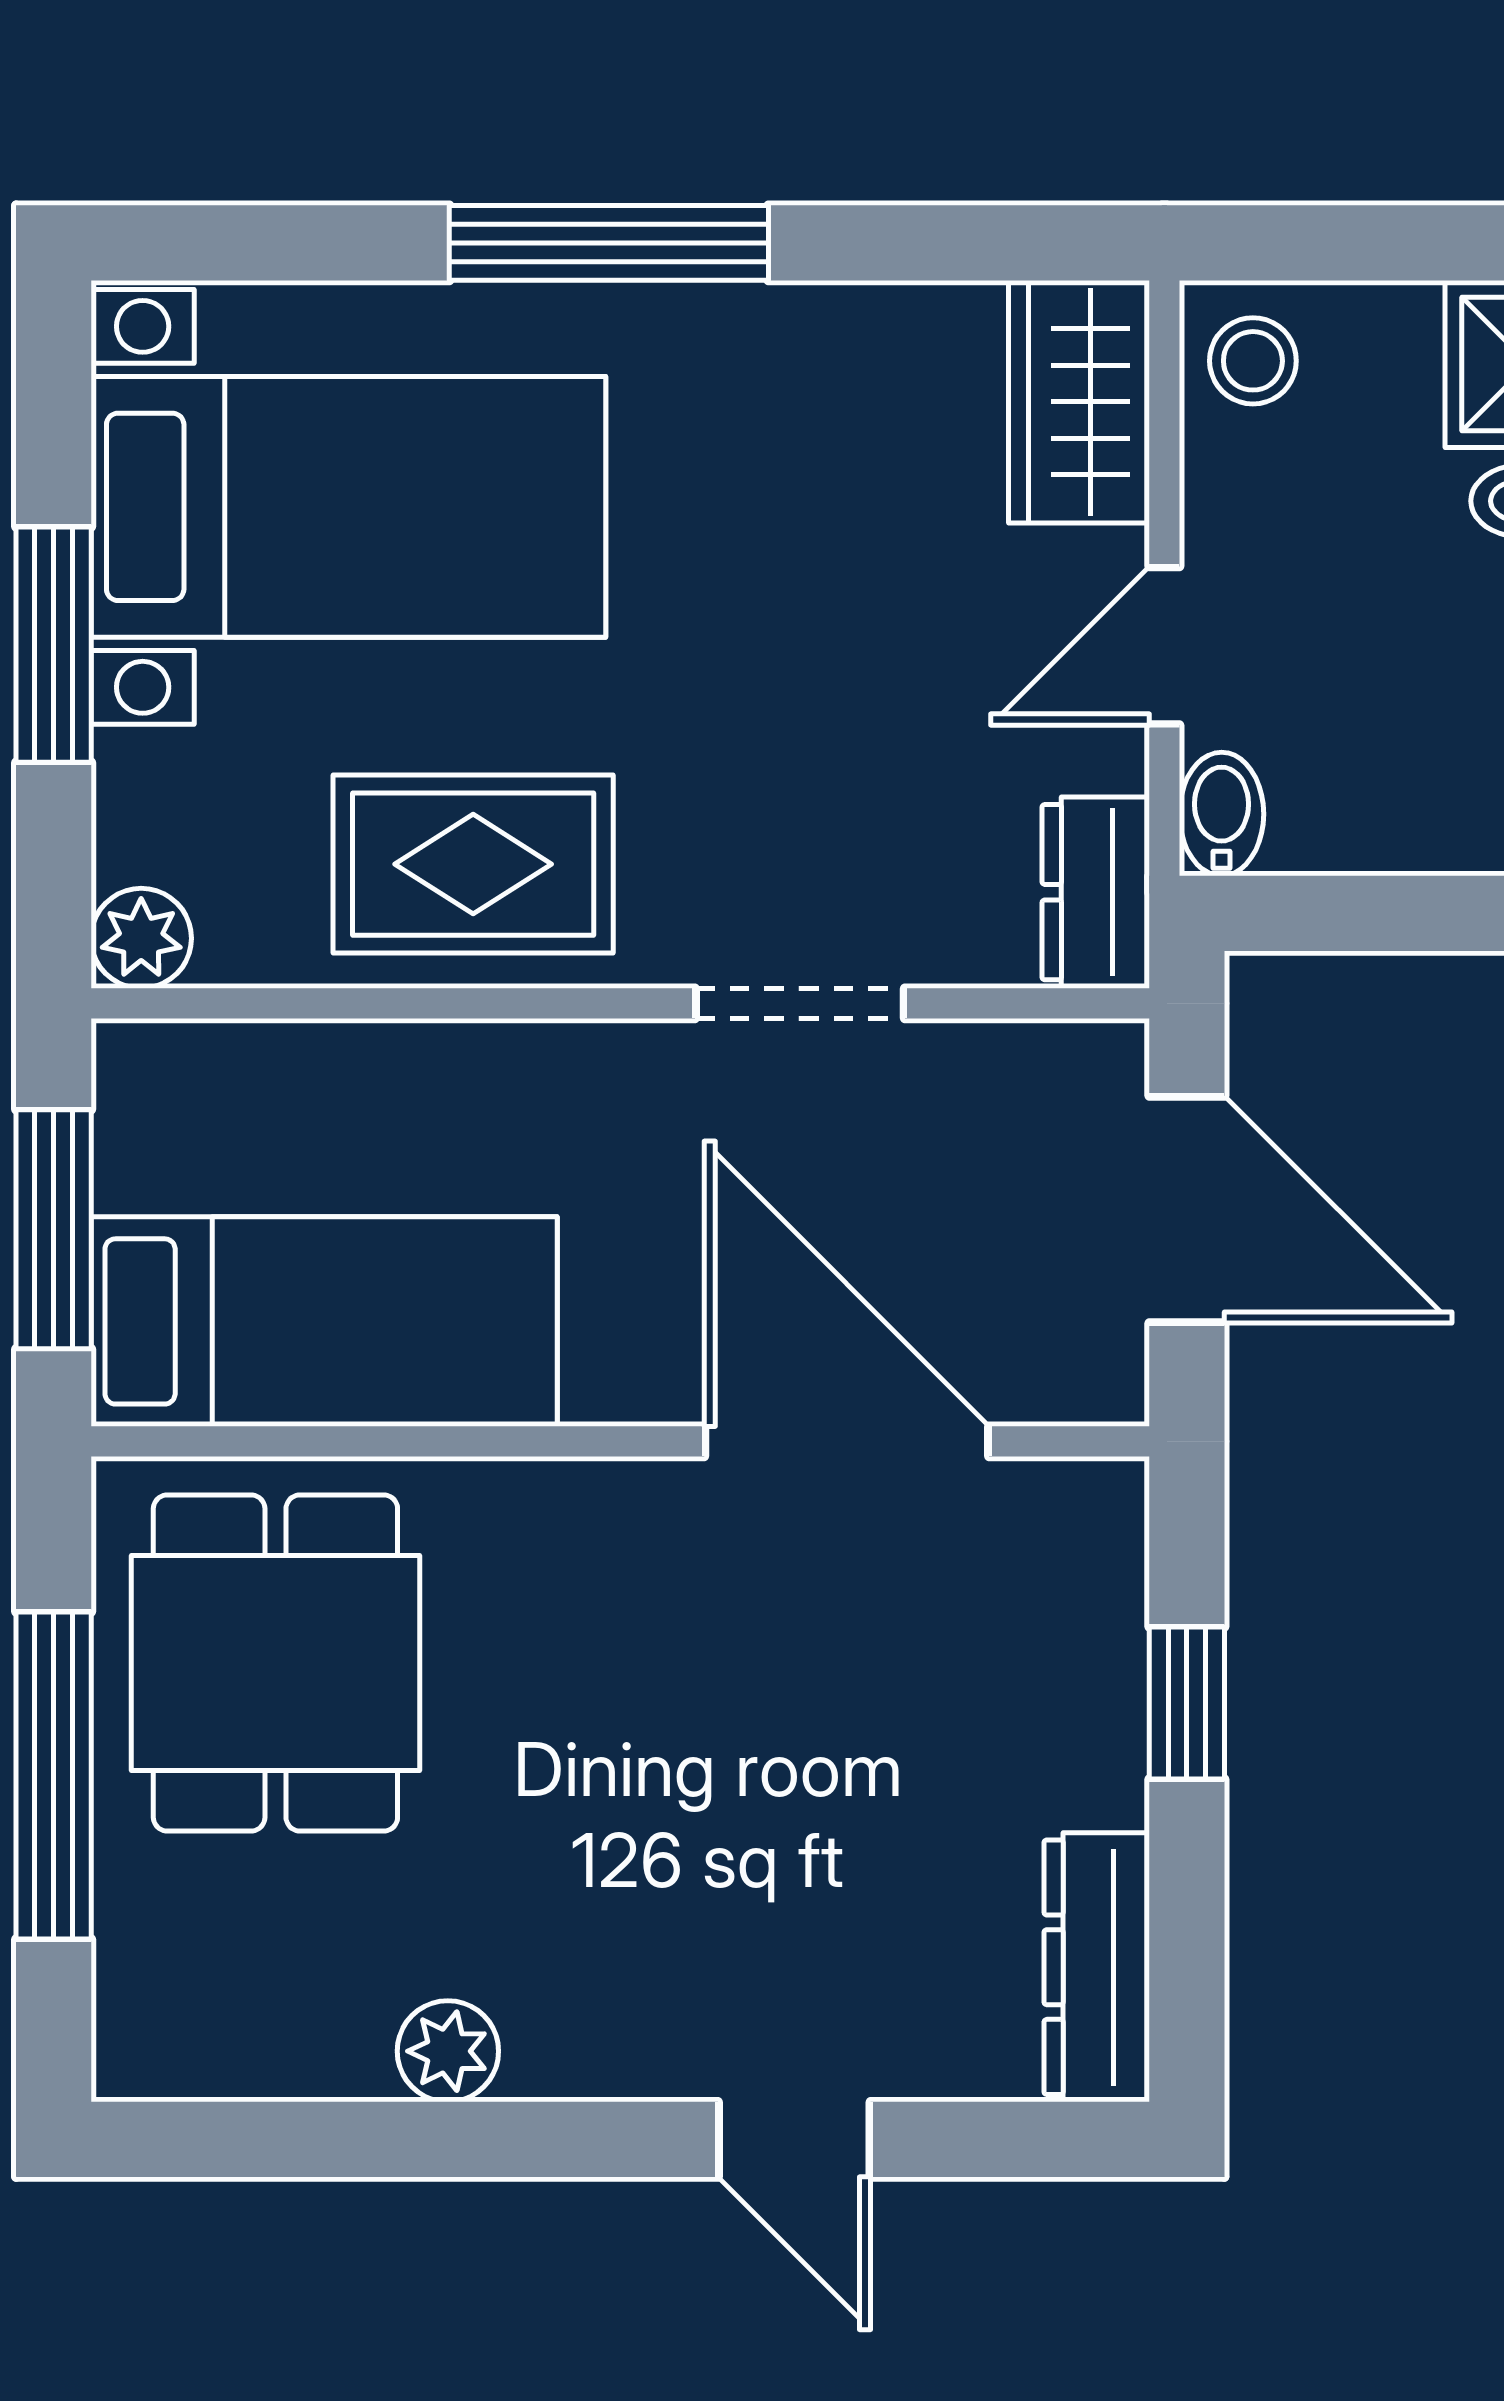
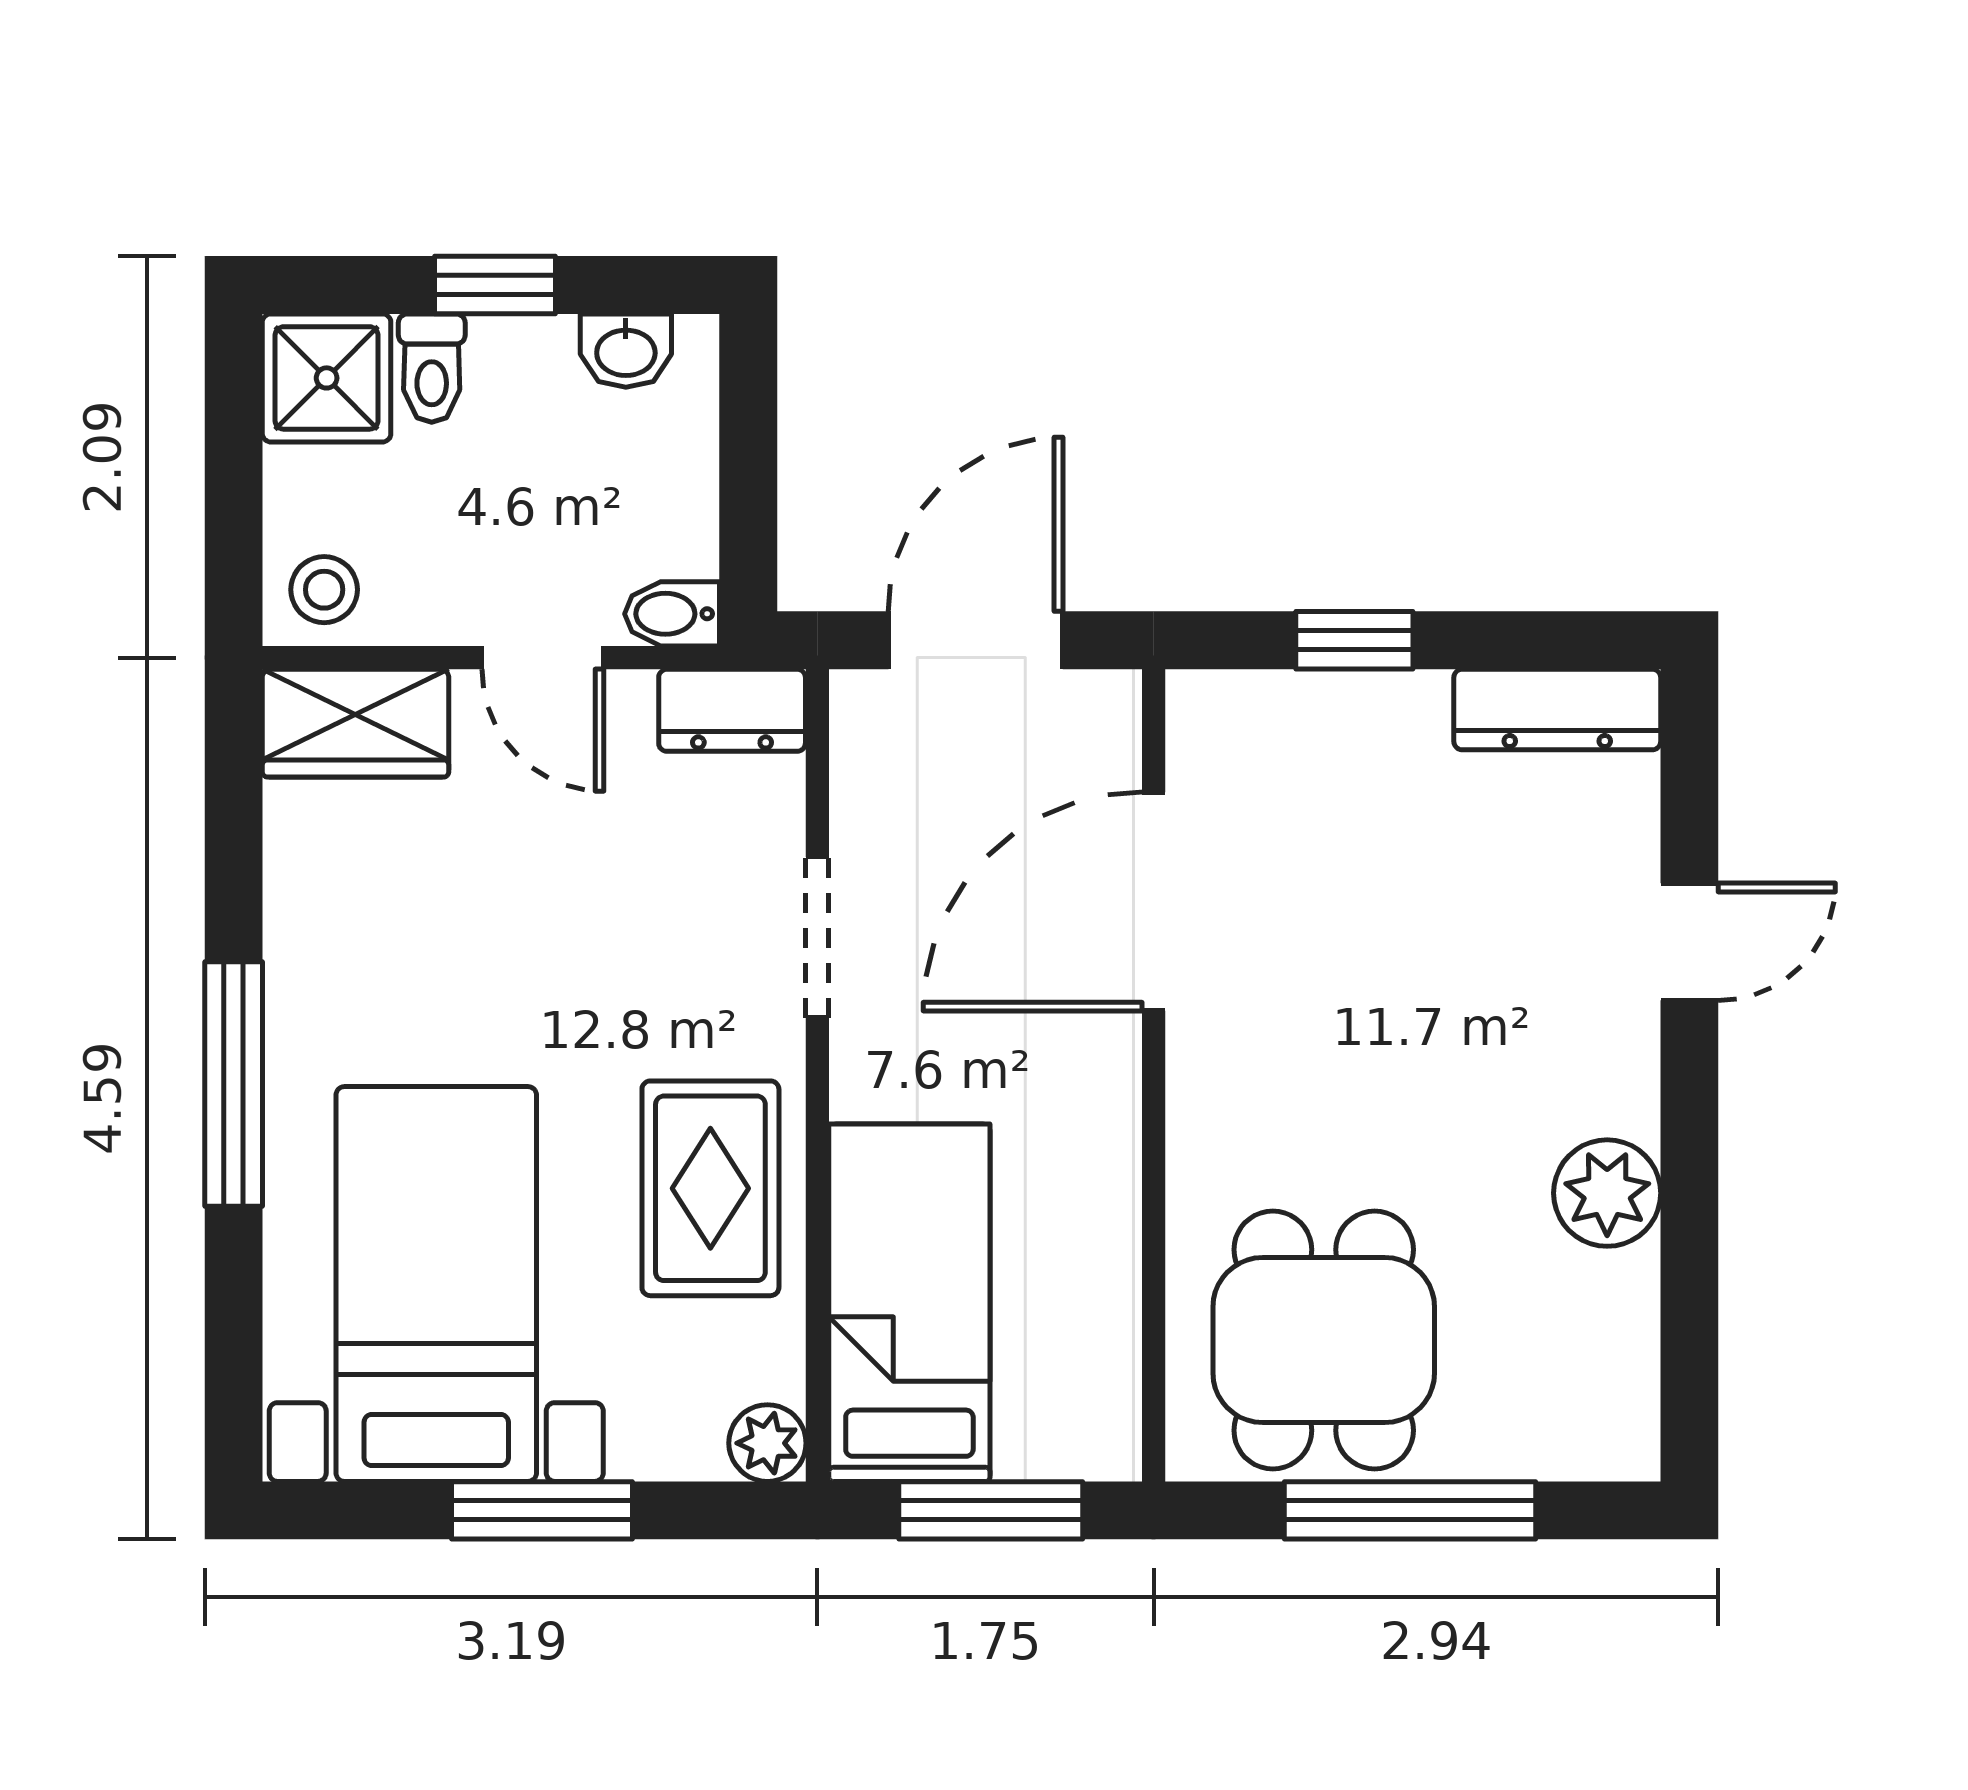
bed: (324, 1321) -> (909, 1303), moved
dining table: (275, 1663) -> (1324, 1340), turned 90
plant: (448, 2051) -> (1607, 1193), width x1.38, depth x1.38

